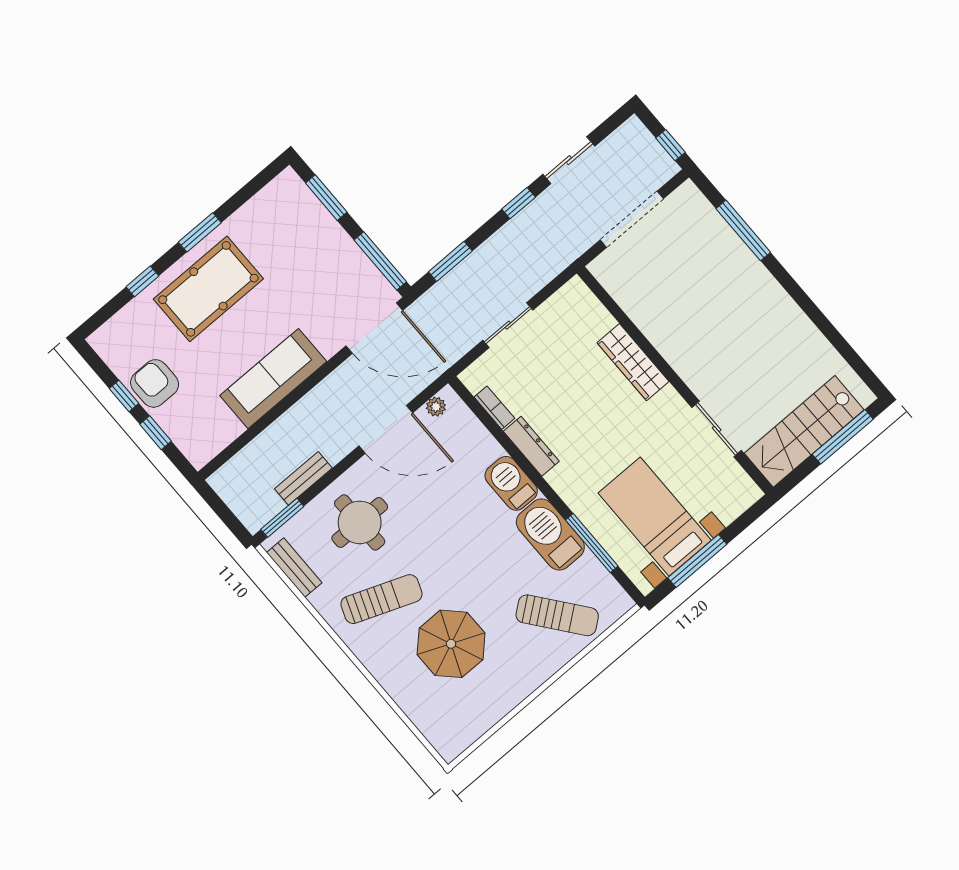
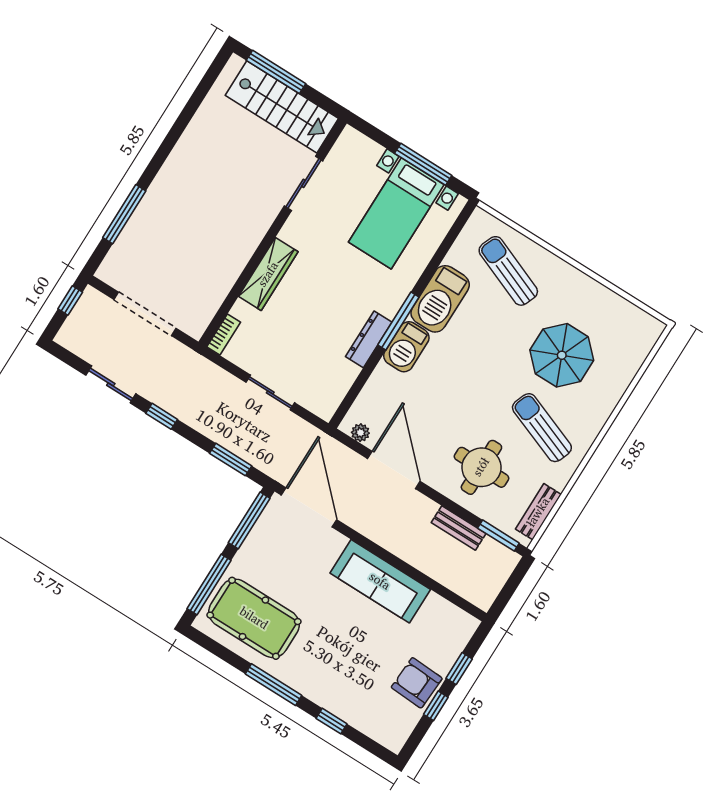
window: (326, 198) -> (209, 584), width x1.44
window: (200, 232) -> (273, 685), width x1.44
pool table: (208, 289) -> (254, 618), moved
armchair: (155, 383) -> (417, 683), turned 93
bookcase: (494, 408) -> (224, 335), moved, turned 180
window: (592, 543) -> (398, 321), moved
sun lounger: (557, 615) -> (508, 271), turned -30

